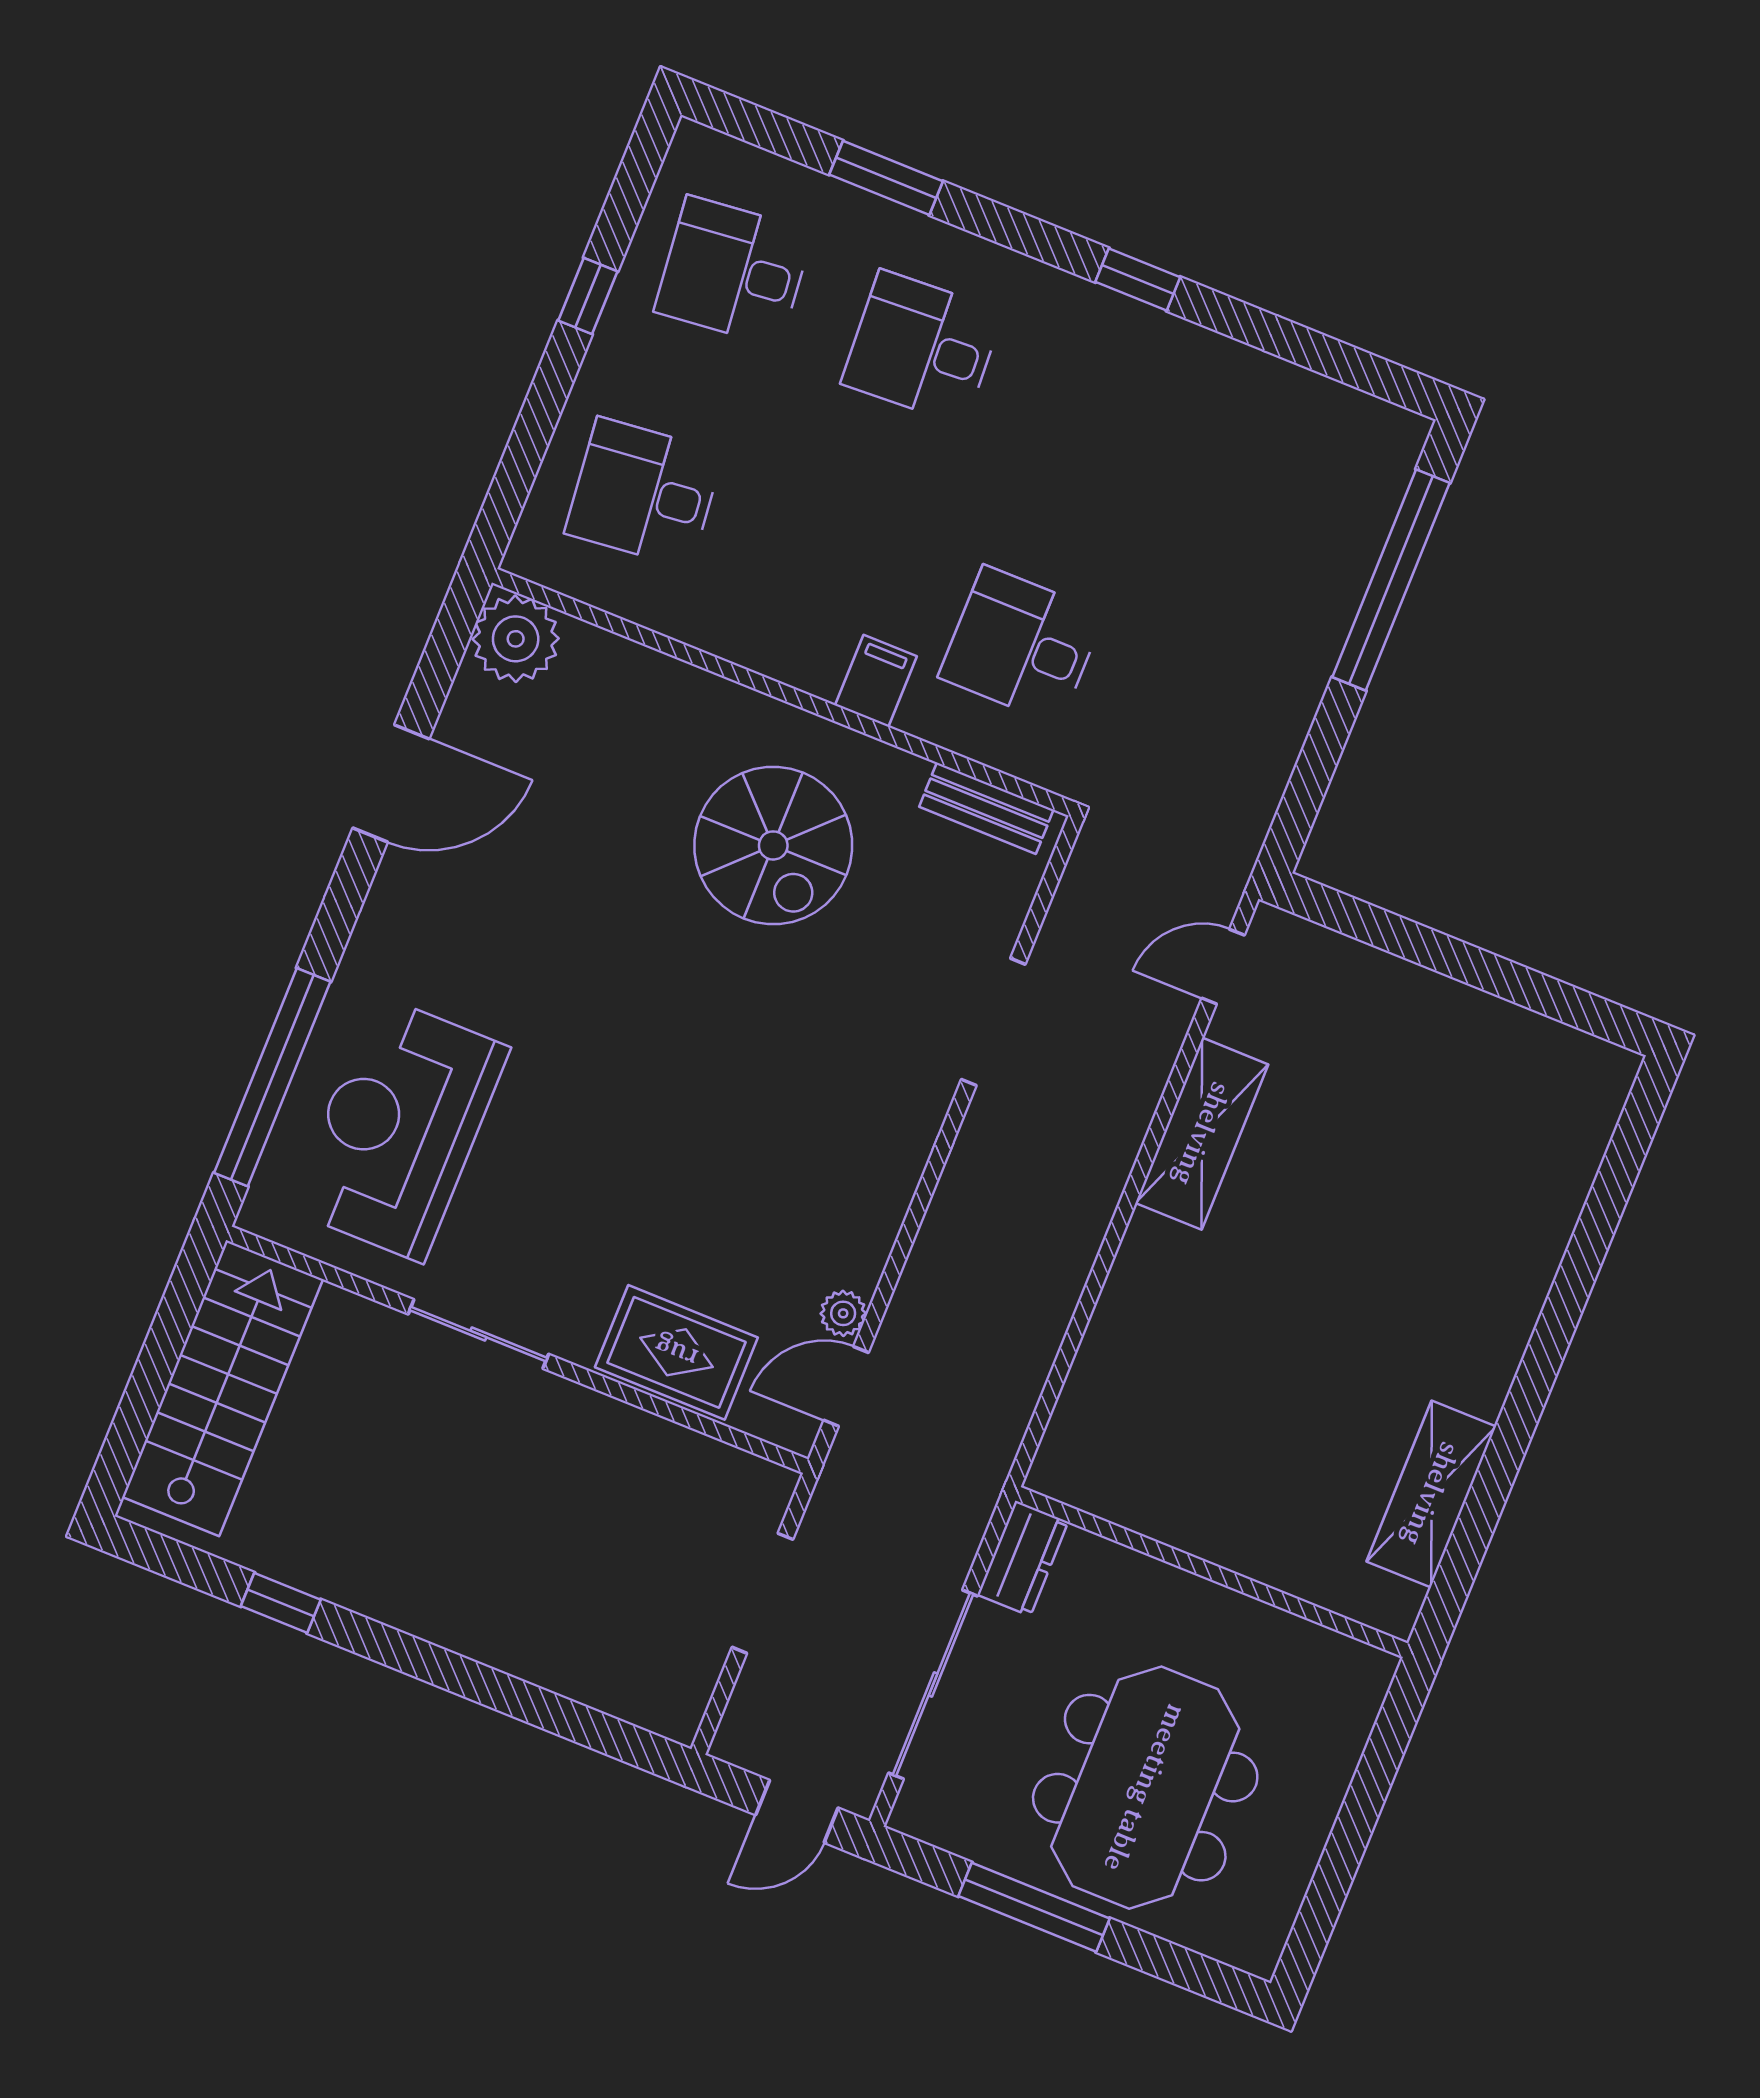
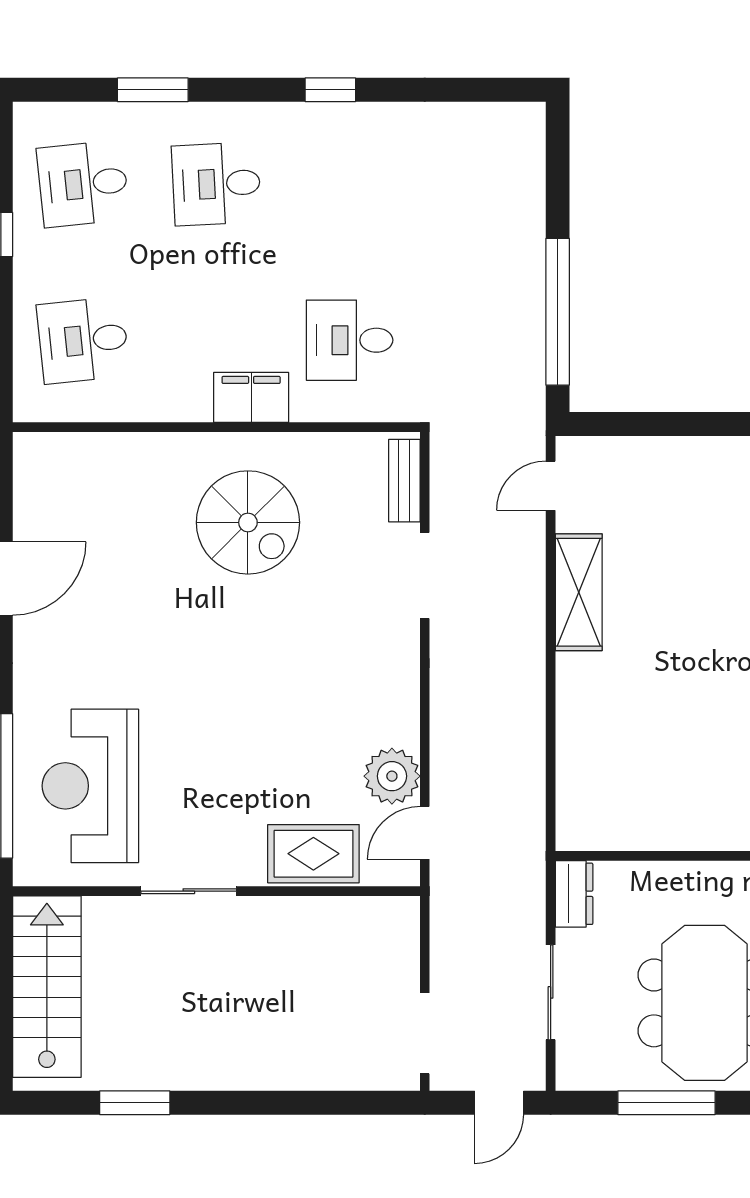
window: (1391, 580) -> (558, 312), moved
plant: (516, 639) -> (41, 460), removed
filing cabinet: (876, 681) -> (251, 397), width x2.00
bench: (986, 808) -> (404, 481), moved, turned 90
plant: (843, 1313) -> (392, 776), width x1.88, depth x1.88
doorway: (762, 1593) -> (425, 1033), moved
window: (281, 1603) -> (135, 1103), width x1.50
sliding door: (933, 1685) -> (551, 992), width x0.73

